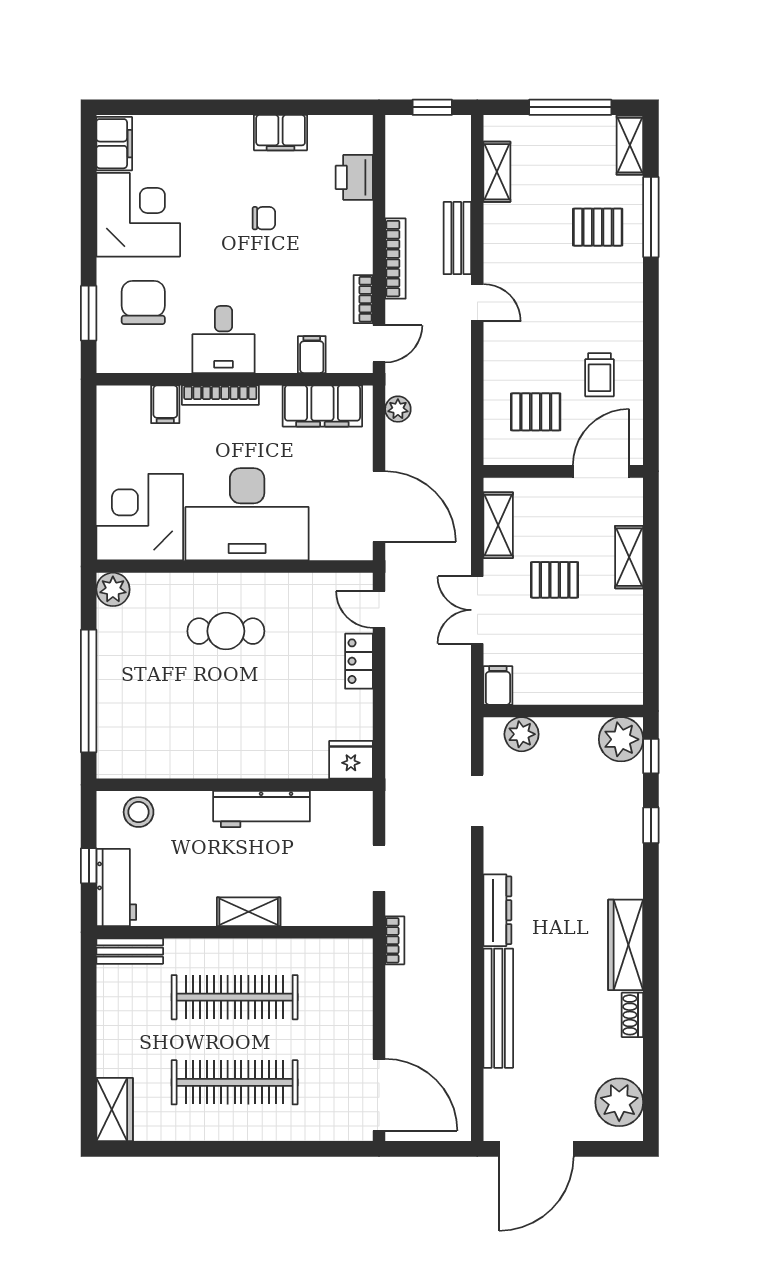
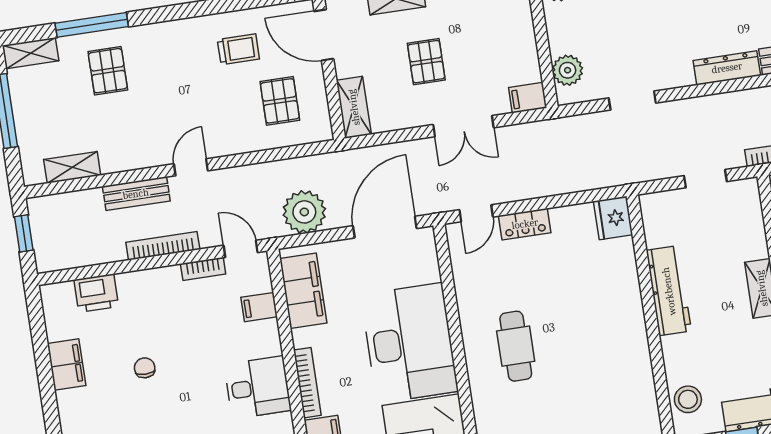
plant: (398, 409) -> (304, 212), width x1.87, depth x1.87
shelving: (498, 525) -> (354, 107), moved, turned 90

